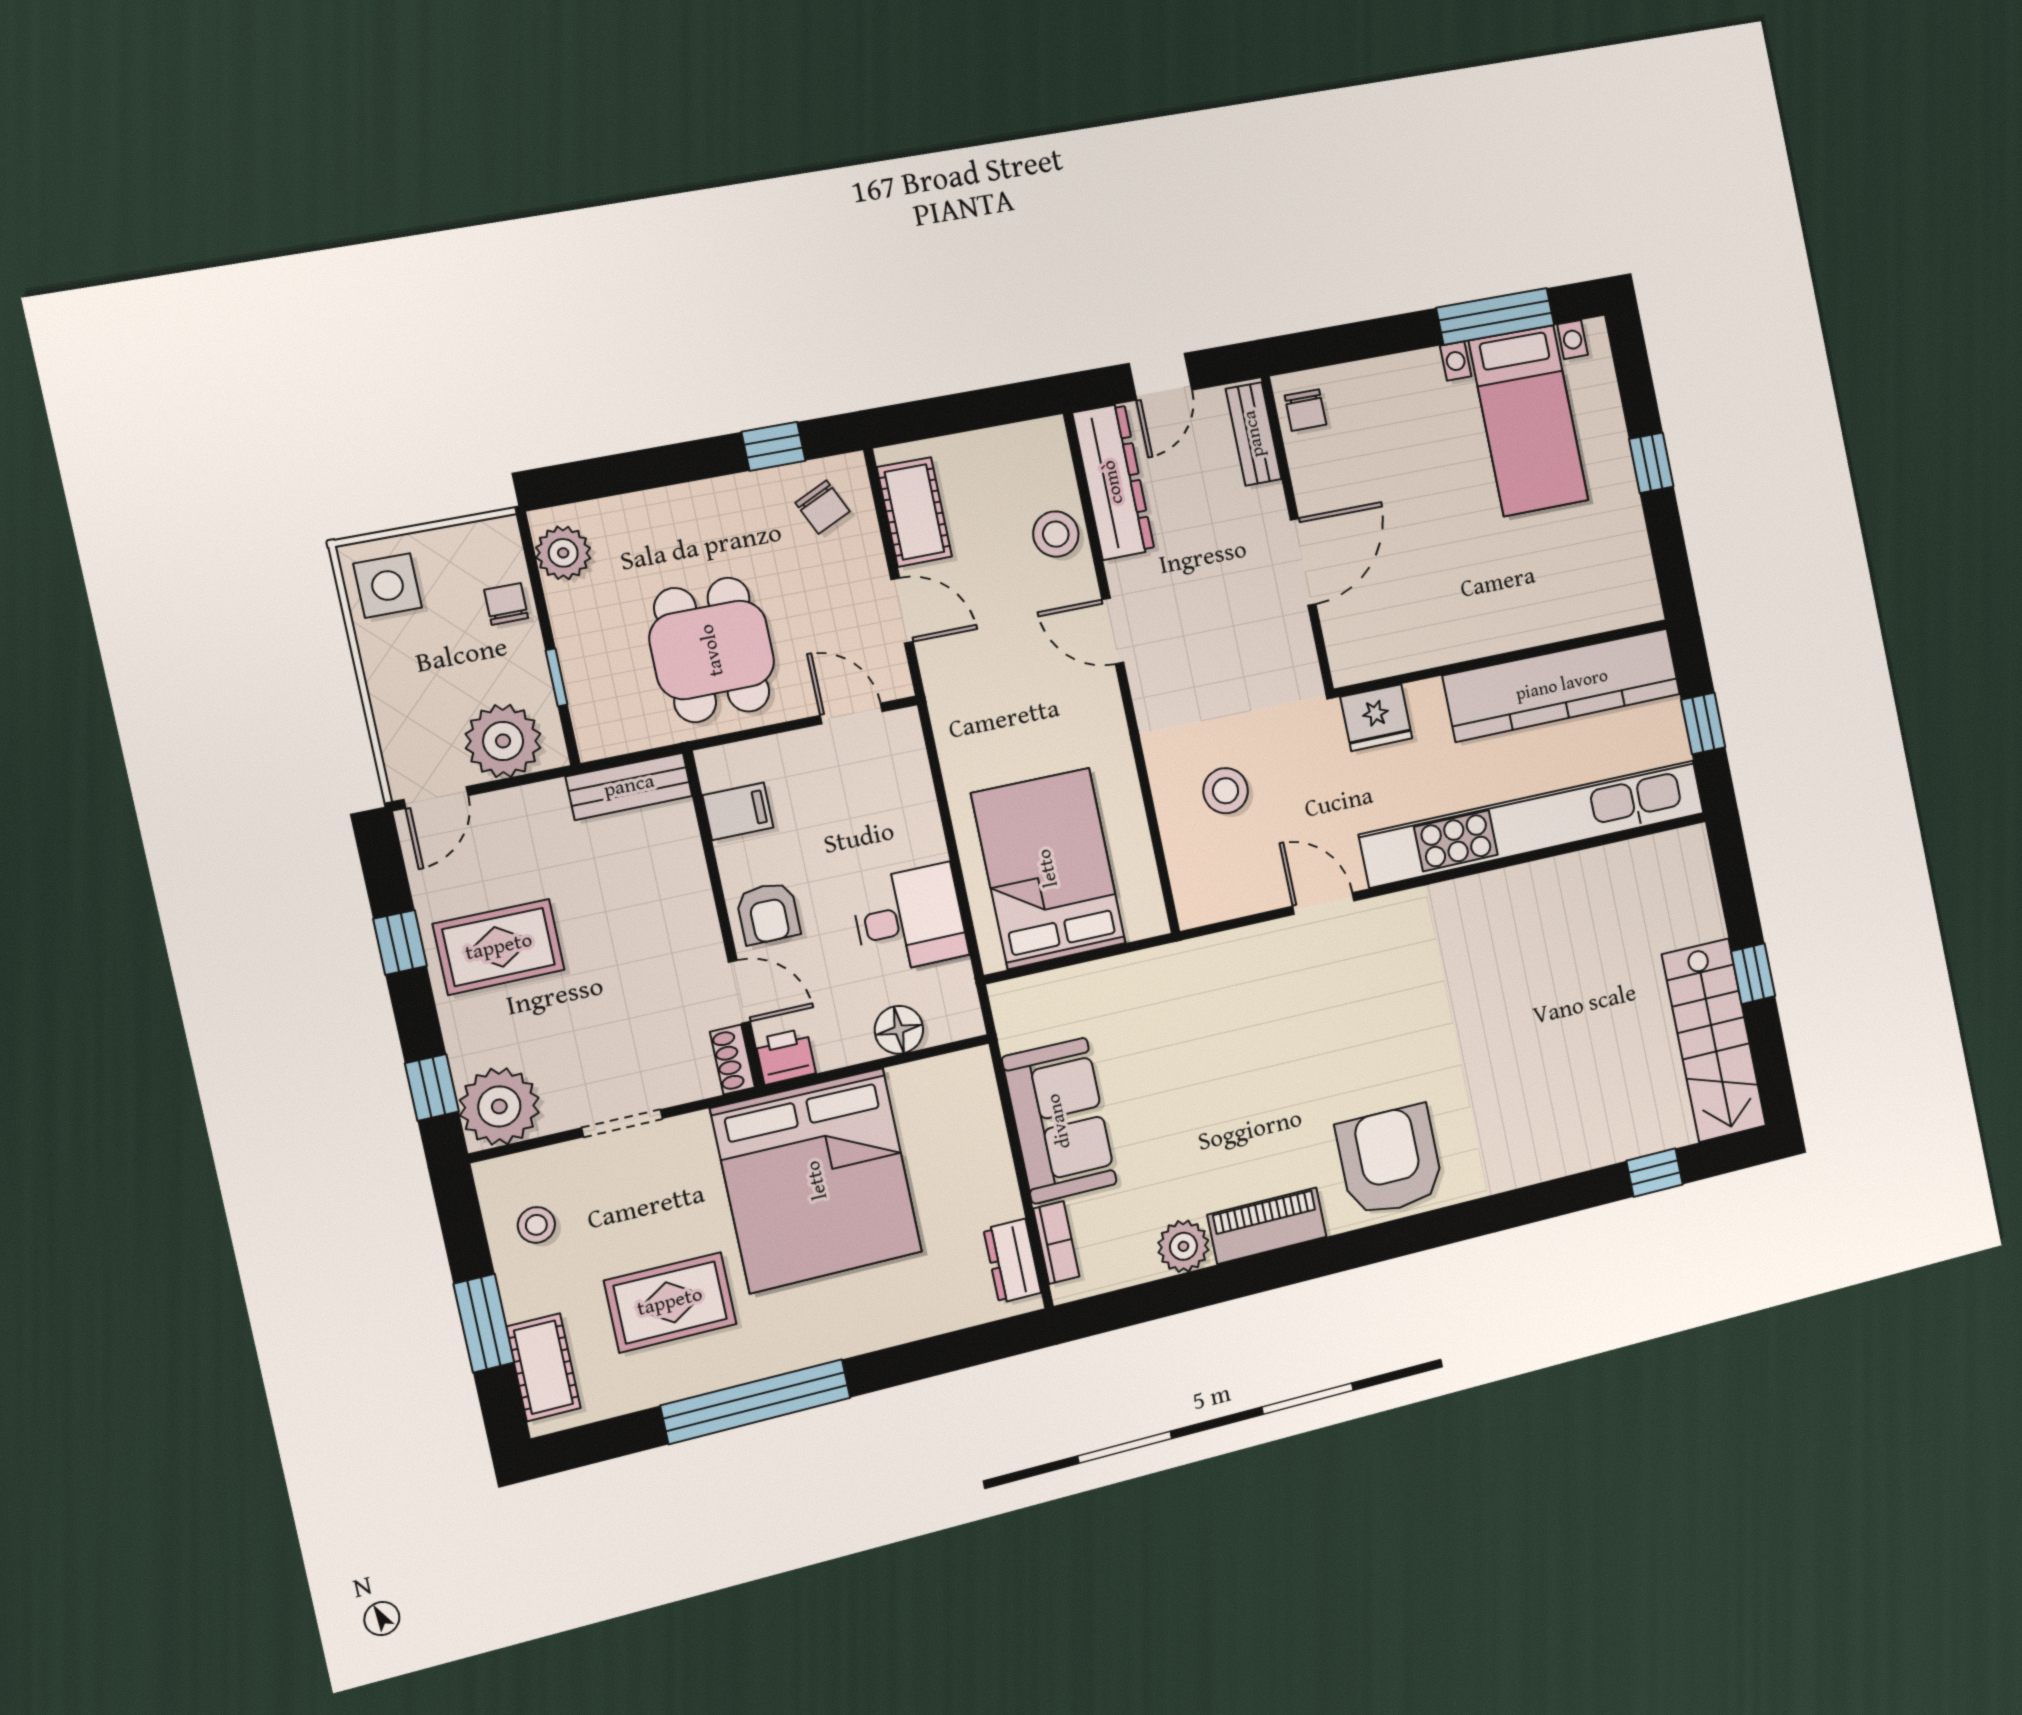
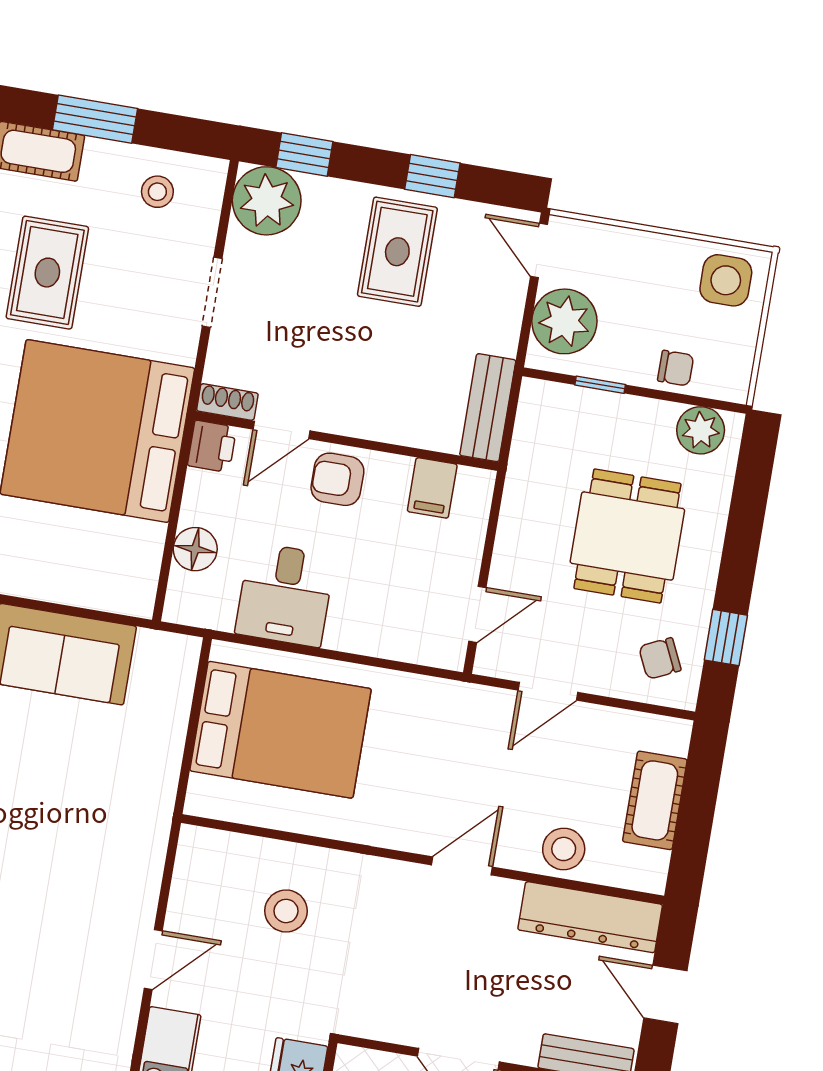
cot: (914, 512) -> (655, 800), moved, turned 90
dining table: (712, 650) -> (627, 536), moved, turned 90

